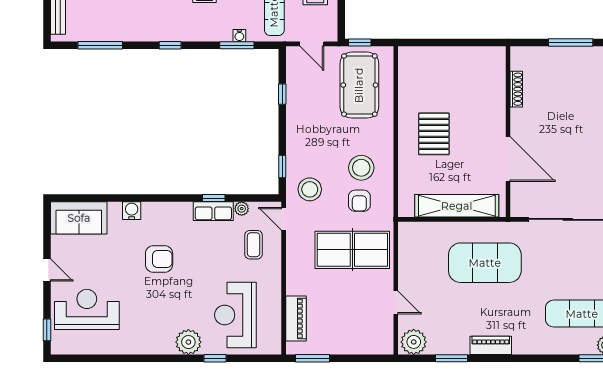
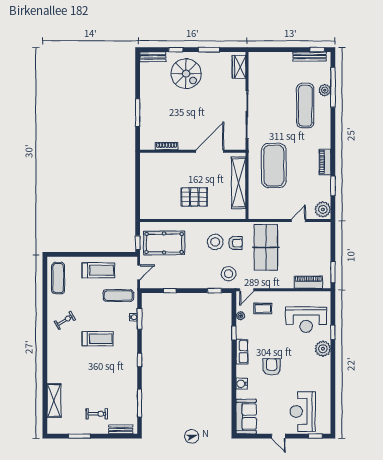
row of seats: (213, 211) -> (242, 352), moved
door: (47, 270) -> (278, 436), swing flipped

